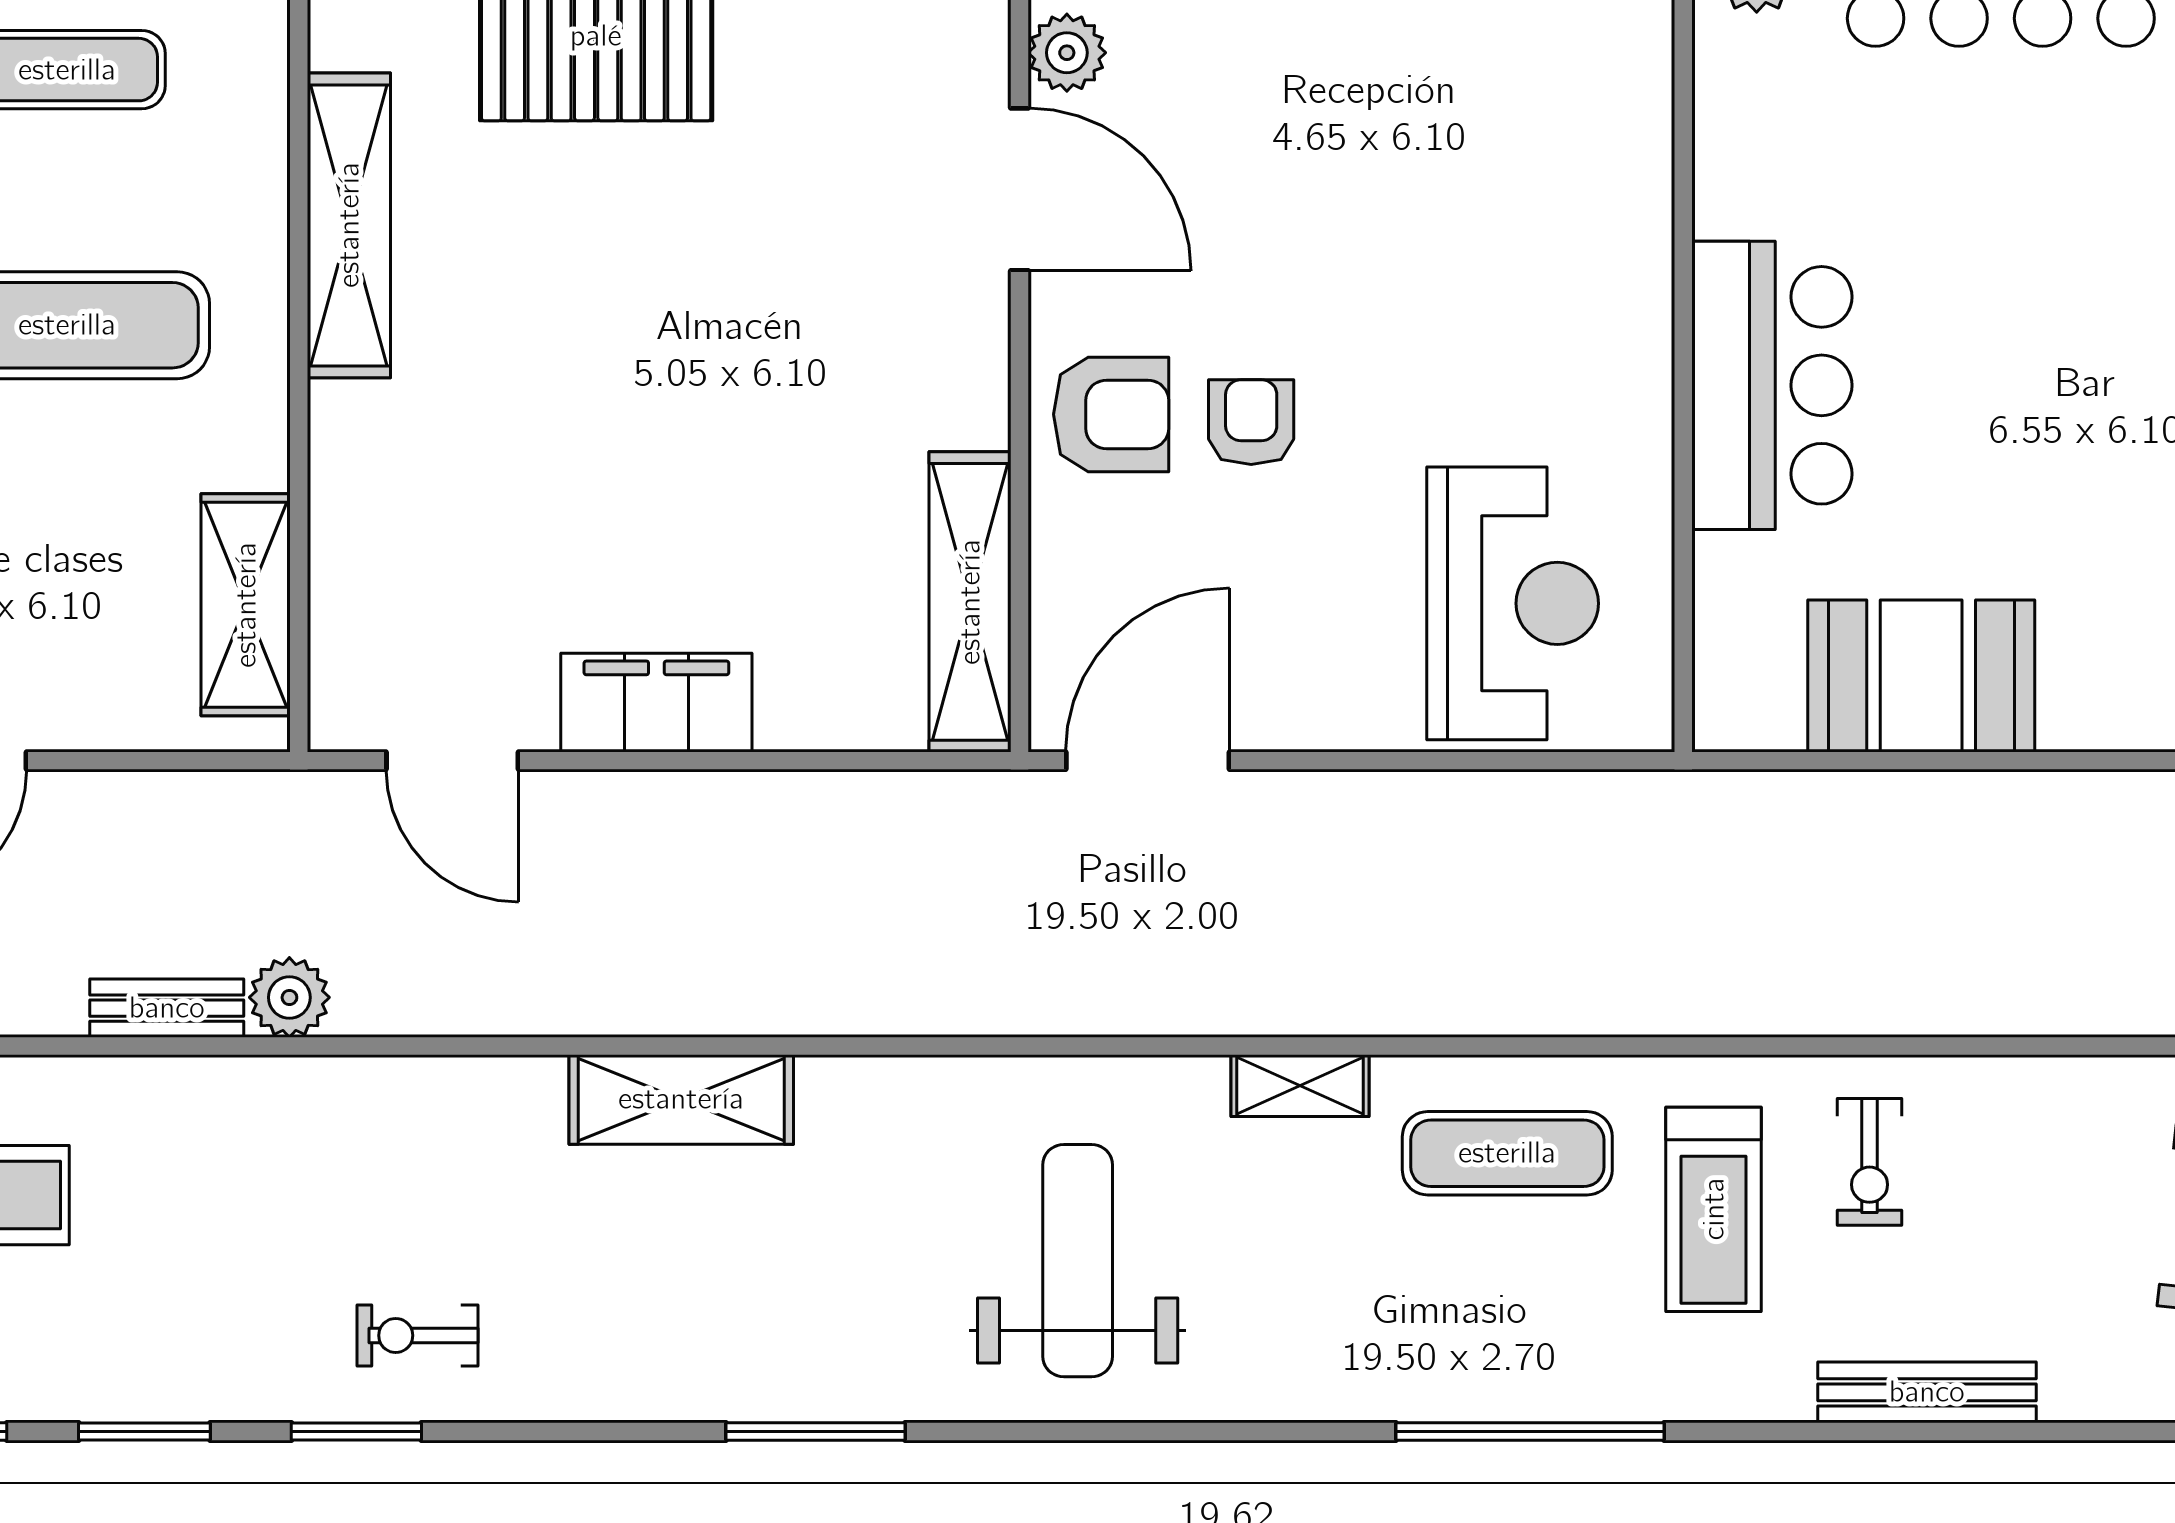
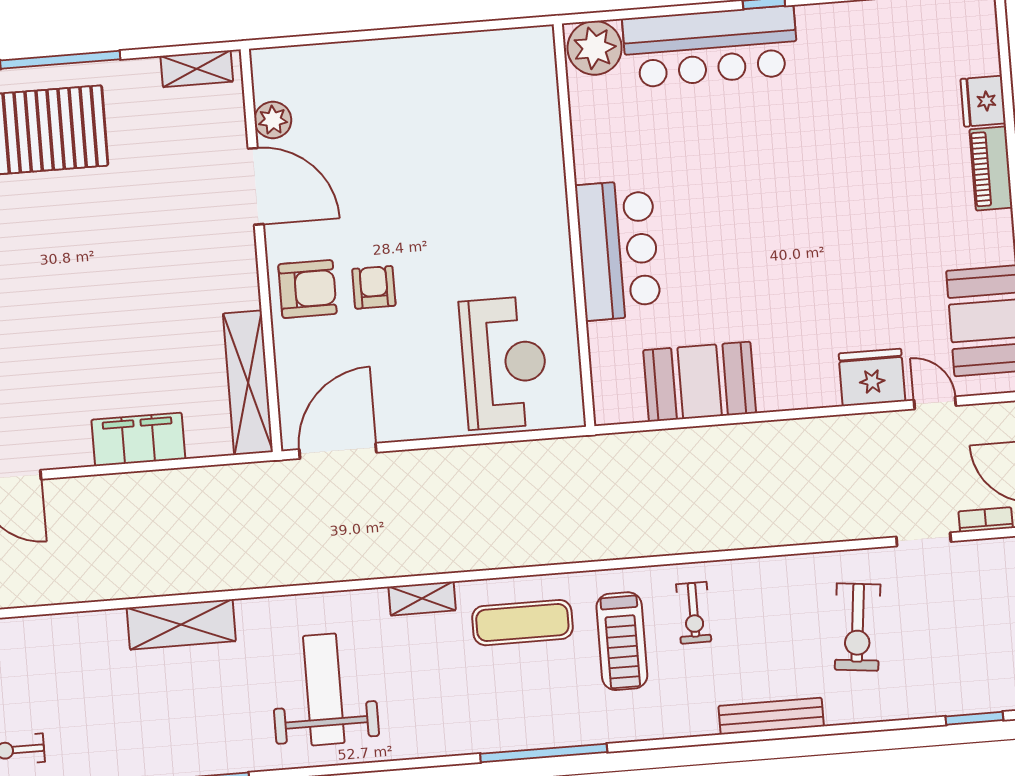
filing cabinet: (656, 703) -> (138, 439), moved
shelving: (681, 1099) -> (181, 624), moved
bench: (1927, 1392) -> (771, 716), moved

